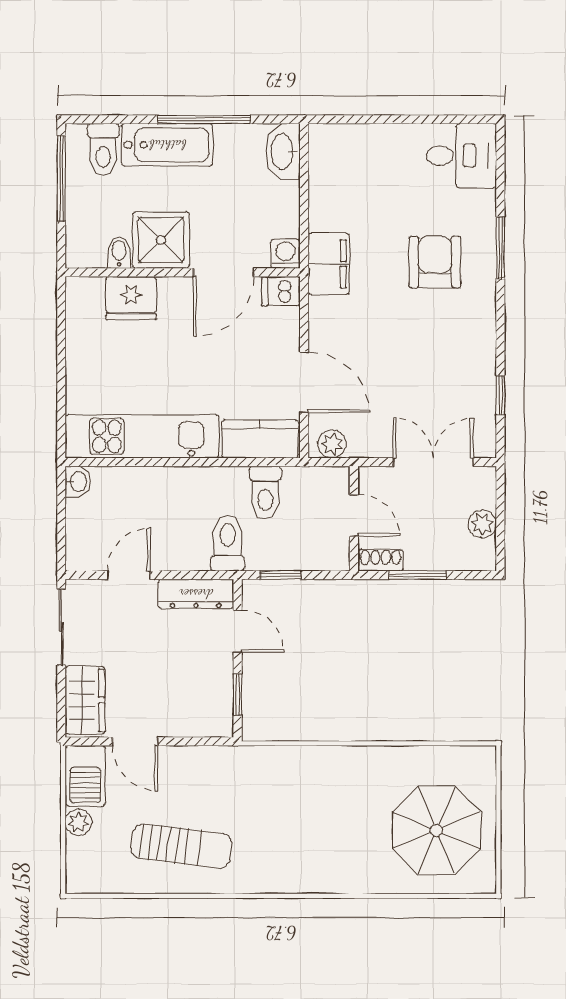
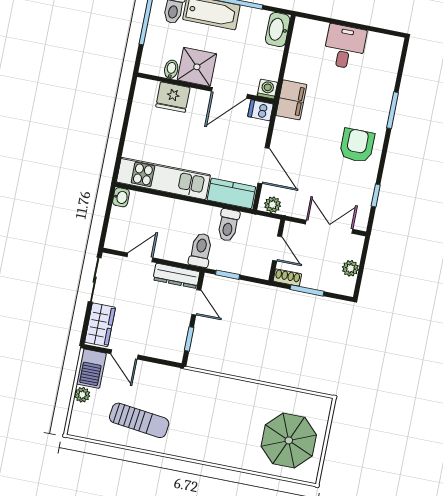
desk: (462, 156) -> (345, 47), moved, turned -90
armchair: (435, 262) -> (357, 145), moved

